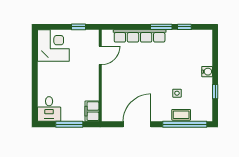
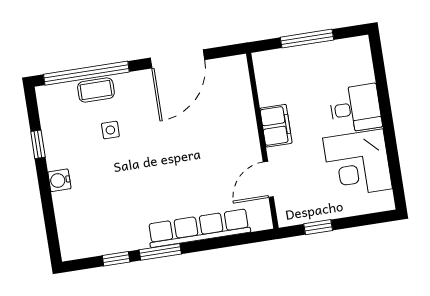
corner desk: (53, 46) -> (357, 163), moved
desk: (49, 109) -> (355, 108), moved, turned 90
filing cabinet: (92, 111) -> (276, 126), moved

